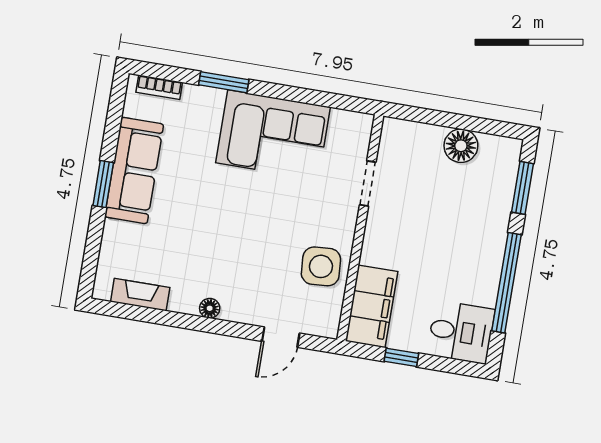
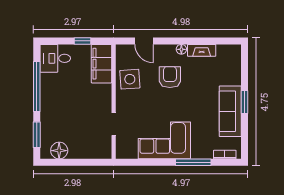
window: (224, 82) -> (193, 162), width x1.44
floor lamp: (461, 146) -> (59, 151), moved
armchair: (241, 257) -> (170, 77), added
fireplace: (140, 295) -> (202, 50), moved
door: (281, 337) -> (144, 41), swing flipped

